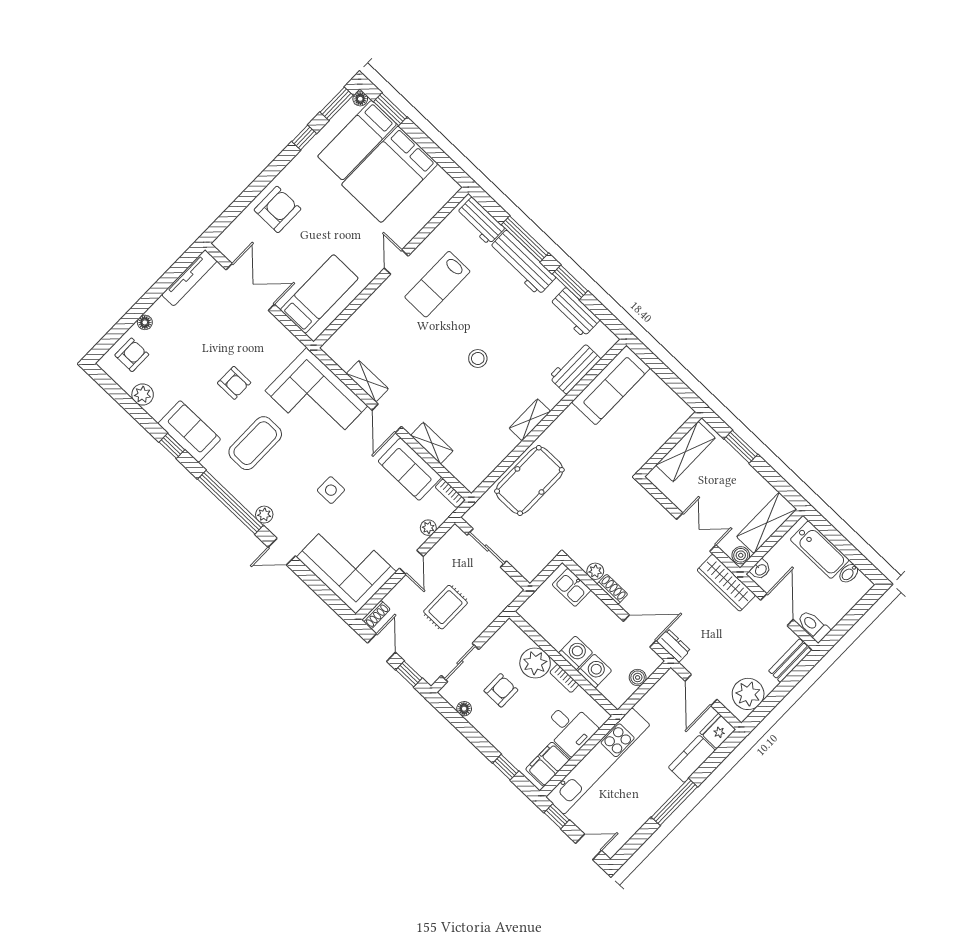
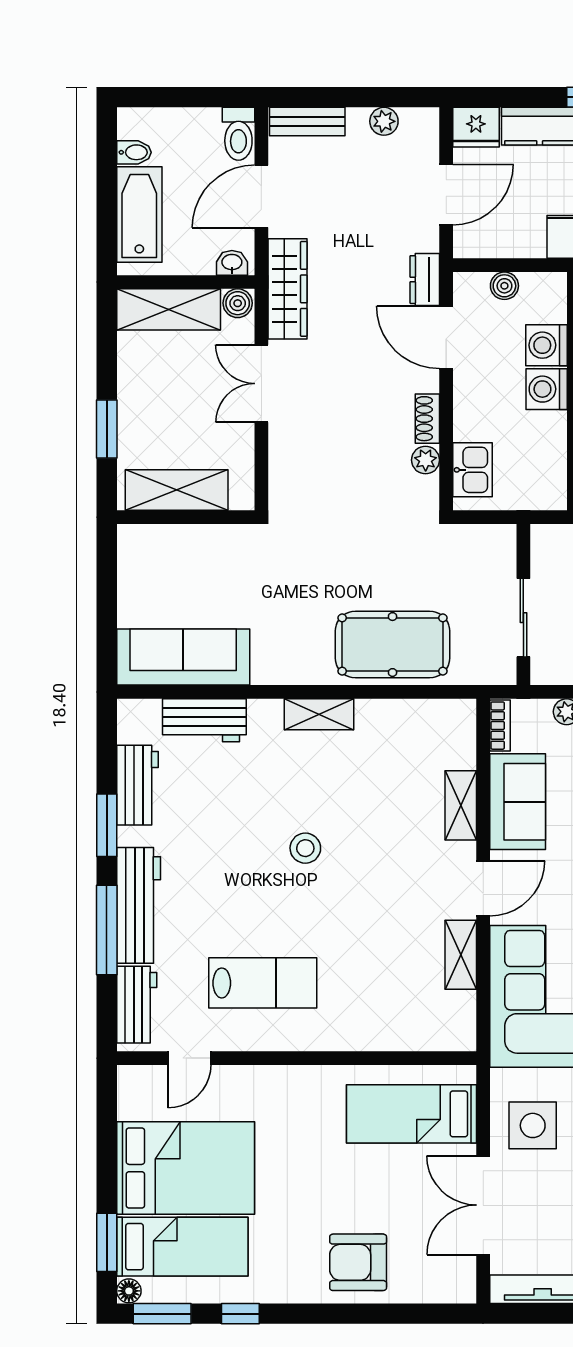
door: (396, 262) -> (189, 1058), moved
side table: (264, 341) -> (533, 1125), added
plant: (748, 694) -> (384, 121), width x0.53, depth x0.53

